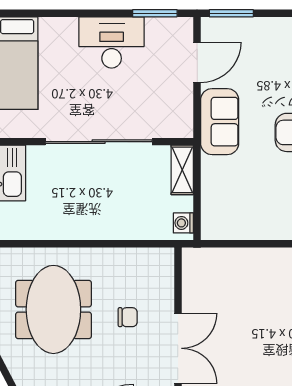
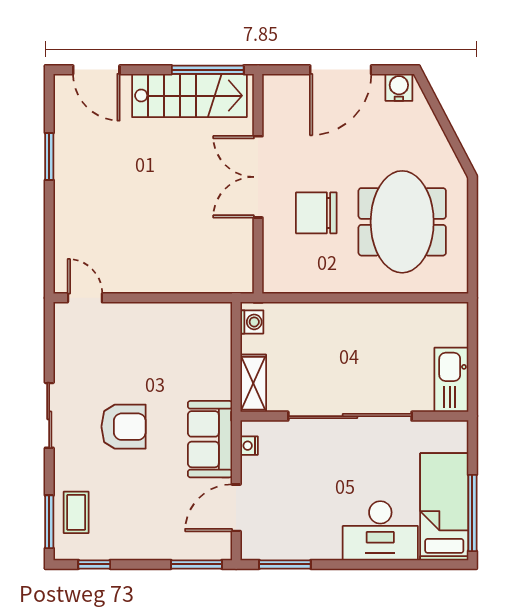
desk: (112, 42) -> (380, 531), moved
nightstand: (186, 116) -> (249, 446), added
chair: (128, 317) -> (316, 213), width x1.87, depth x1.87

